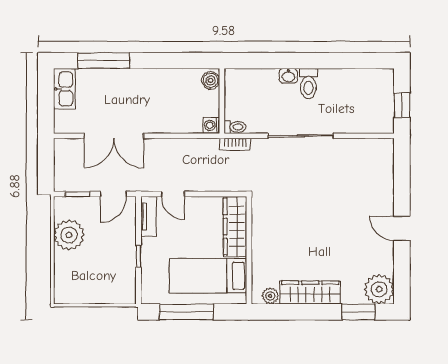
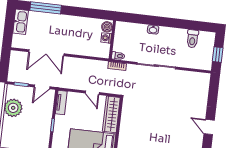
toilet: (308, 84) -> (192, 39), moved
washing machine: (211, 125) -> (106, 38), moved
door: (173, 194) -> (92, 93), moved

